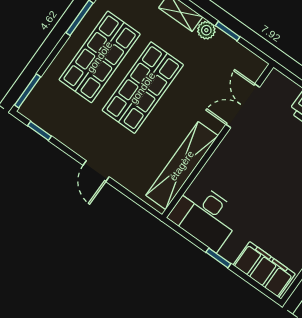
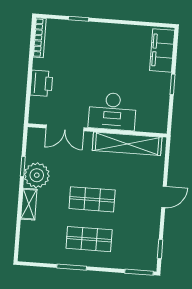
plant: (206, 30) -> (37, 175), width x1.87, depth x1.87
shop shelf: (100, 57) -> (89, 239), width x0.70, depth x0.74
shop shelf: (143, 88) -> (92, 199), width x0.70, depth x0.74
desk: (205, 216) -> (112, 111), moved, turned 90

